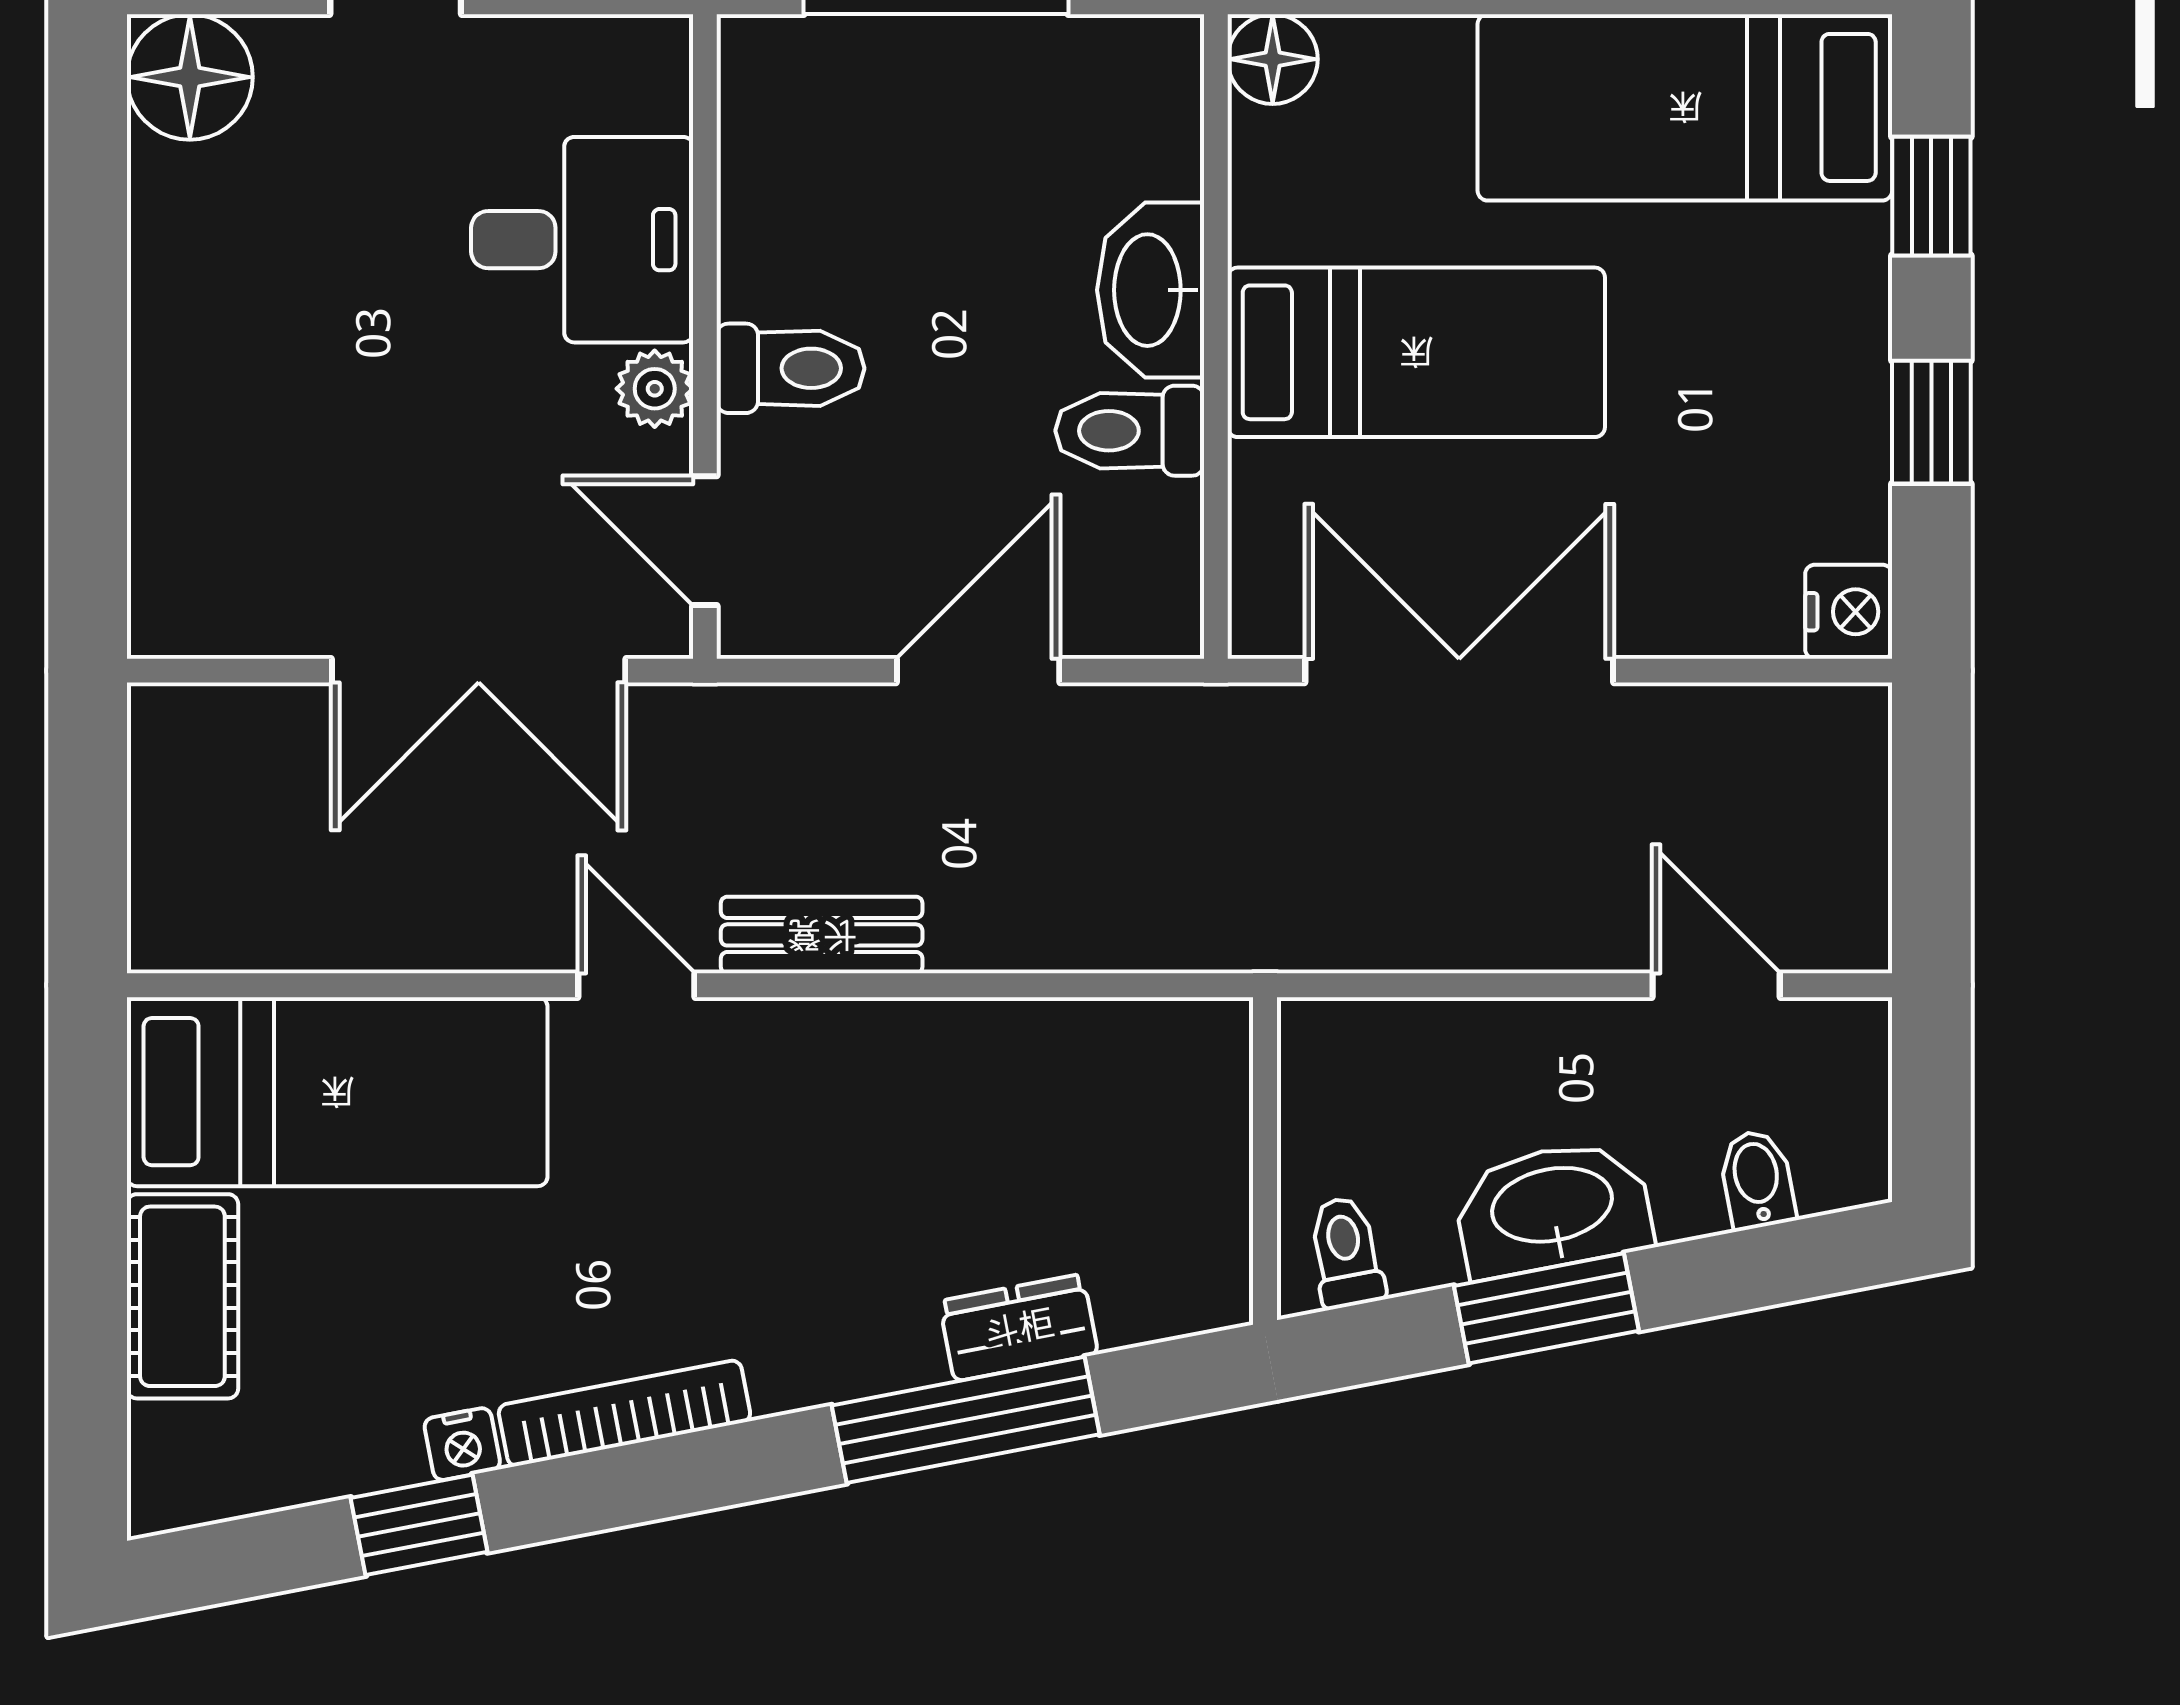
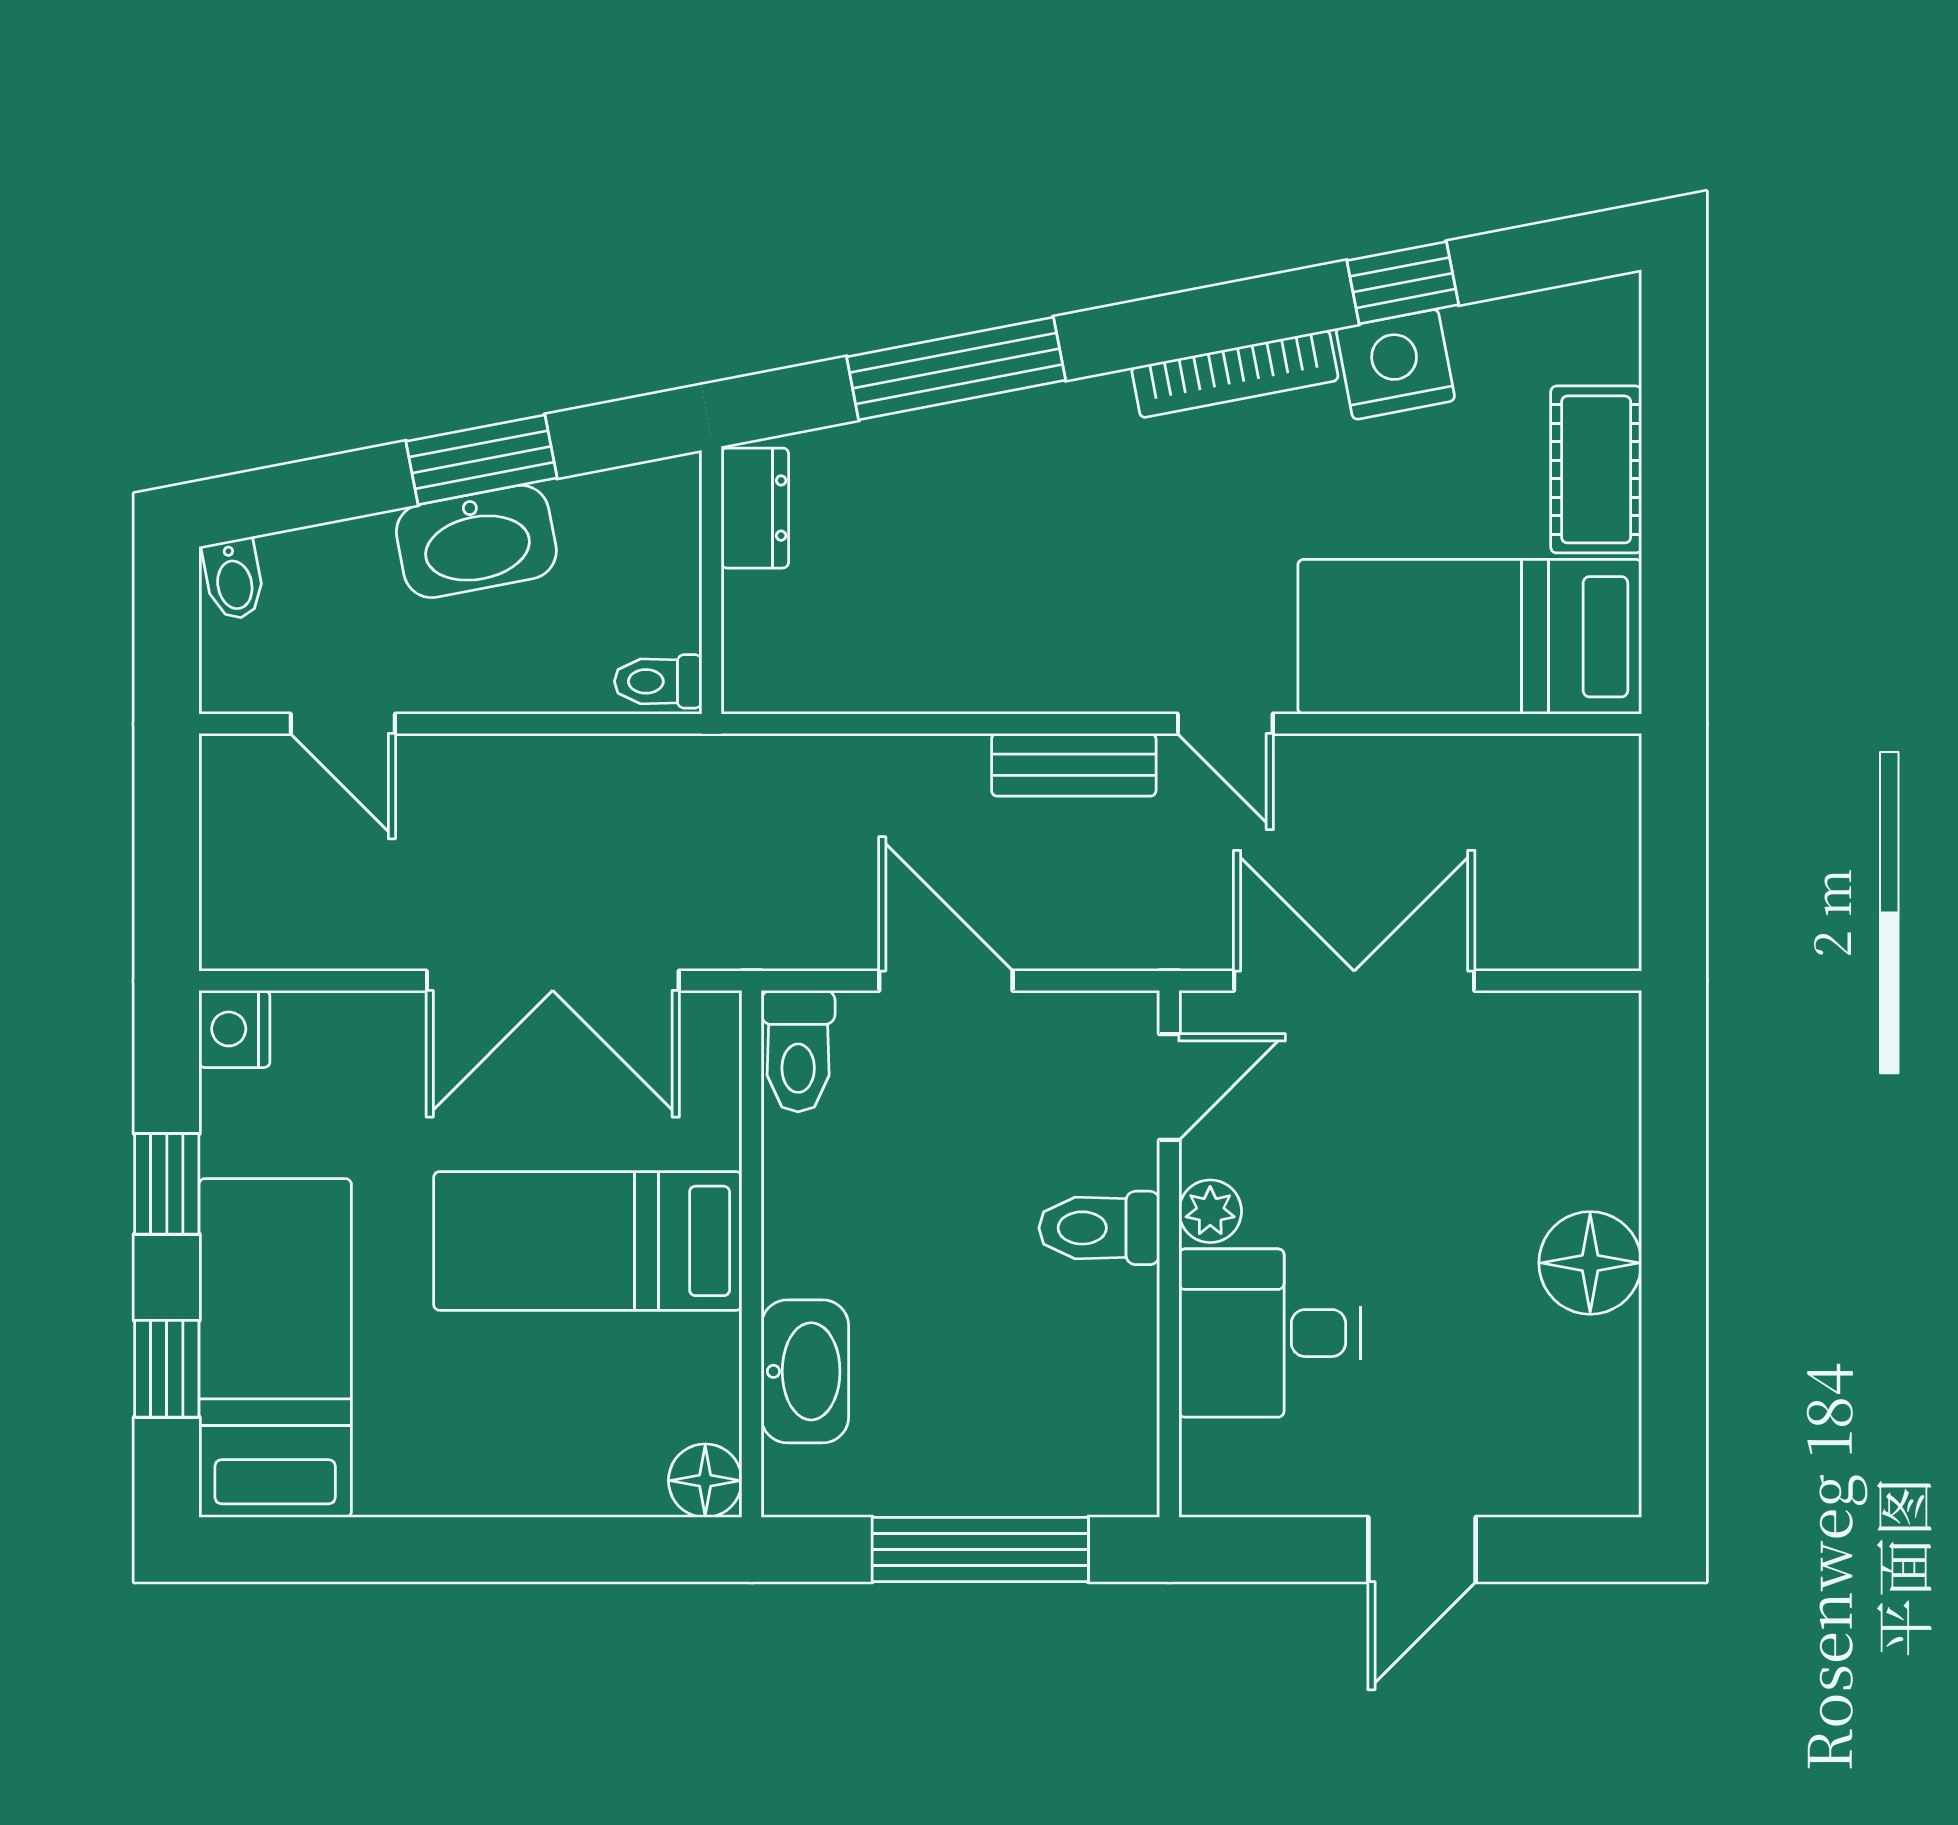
floor lamp: (190, 77) -> (1590, 1263), moved
bed: (1685, 107) -> (275, 1348), moved, turned -90
washbasin: (1151, 290) -> (805, 1371), moved
toilet: (1130, 431) -> (798, 1051), moved, turned 90
door: (705, 541) -> (1169, 1087), hinge flipped
door: (978, 671) -> (946, 981), swing flipped
bidet: (1757, 1179) -> (234, 579), moved
toilet: (1346, 1252) -> (658, 681), moved, turned 101
dresser: (1019, 1328) -> (755, 508), moved, turned -79
nightstand: (462, 1444) -> (1395, 364), width x1.89, depth x1.79

